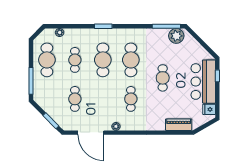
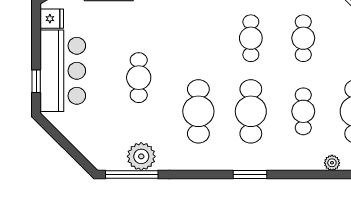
plant: (176, 36) -> (141, 156), moved
cafe table: (131, 99) -> (251, 38), moved

